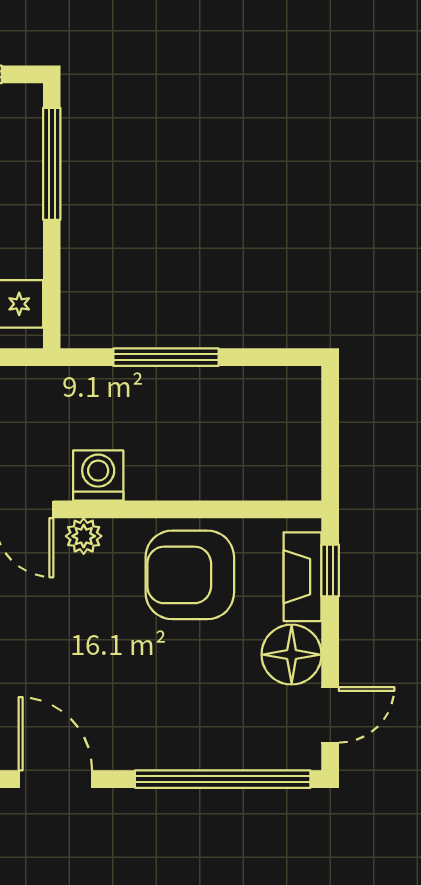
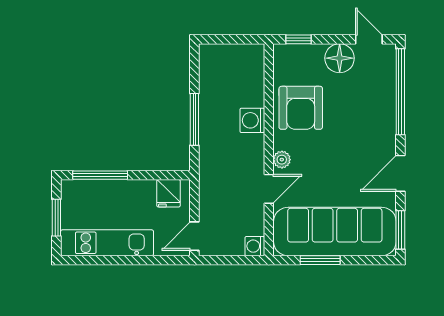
washing machine: (98, 476) -> (252, 120), moved
fireplace: (303, 577) -> (302, 53), removed

